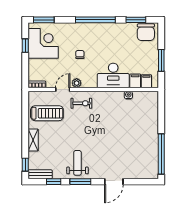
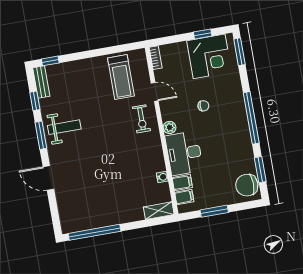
plant: (77, 83) -> (170, 127), moved
shelving: (33, 140) -> (159, 211), moved

